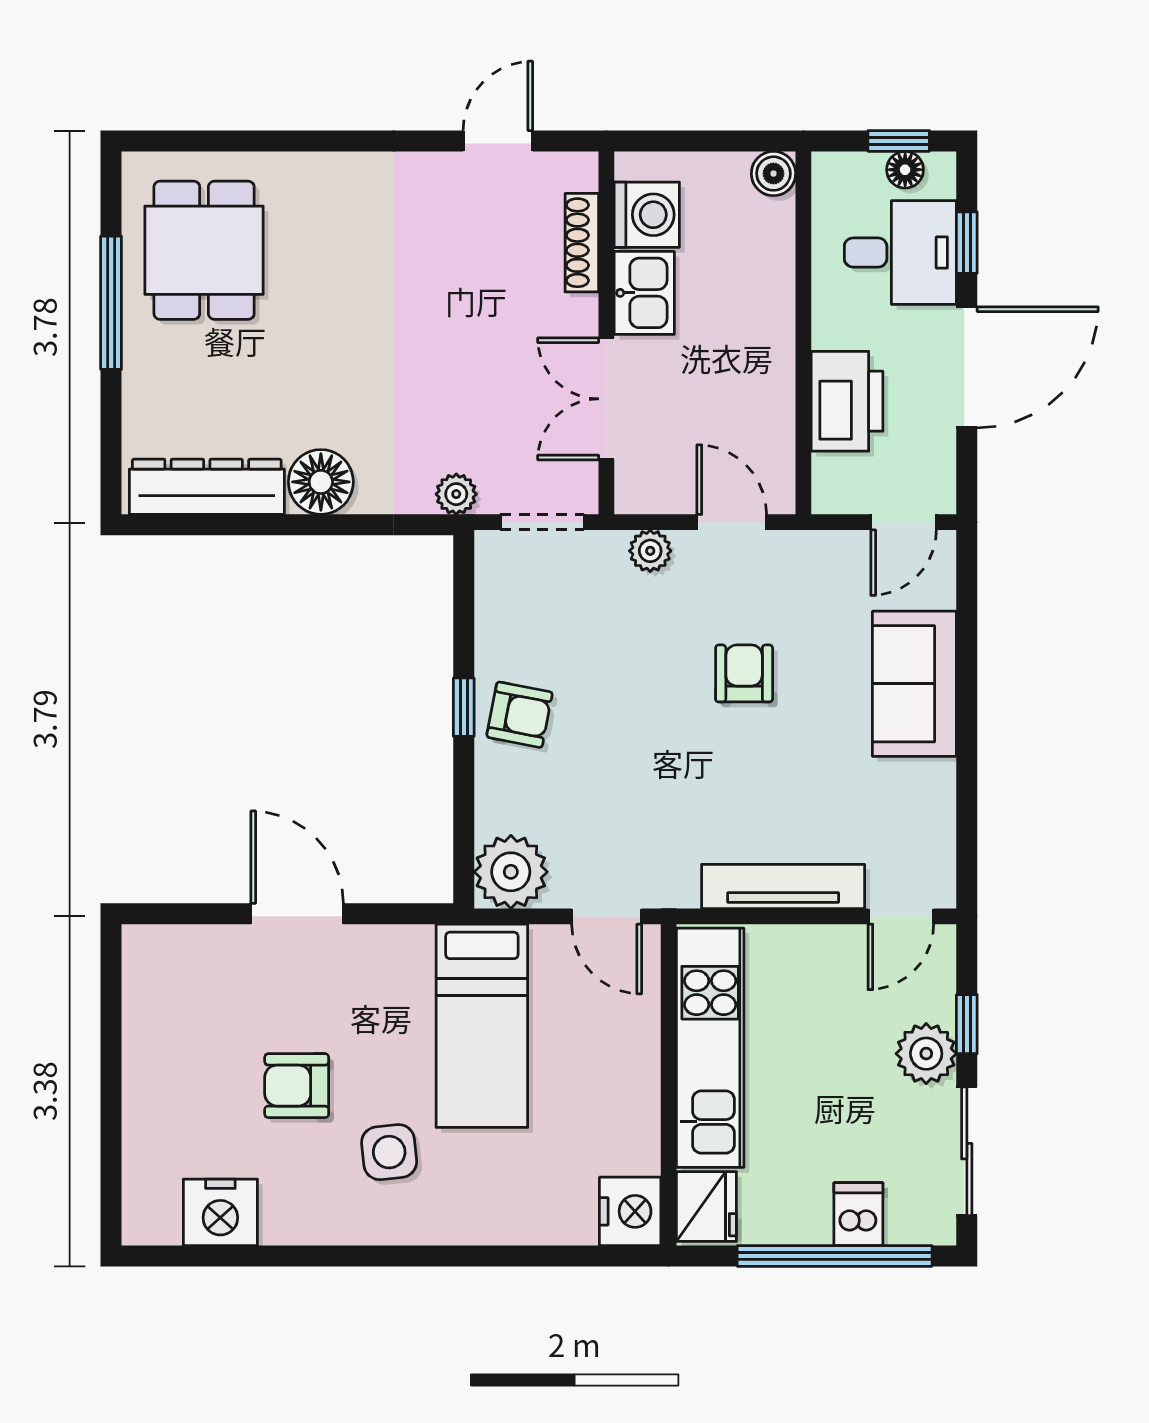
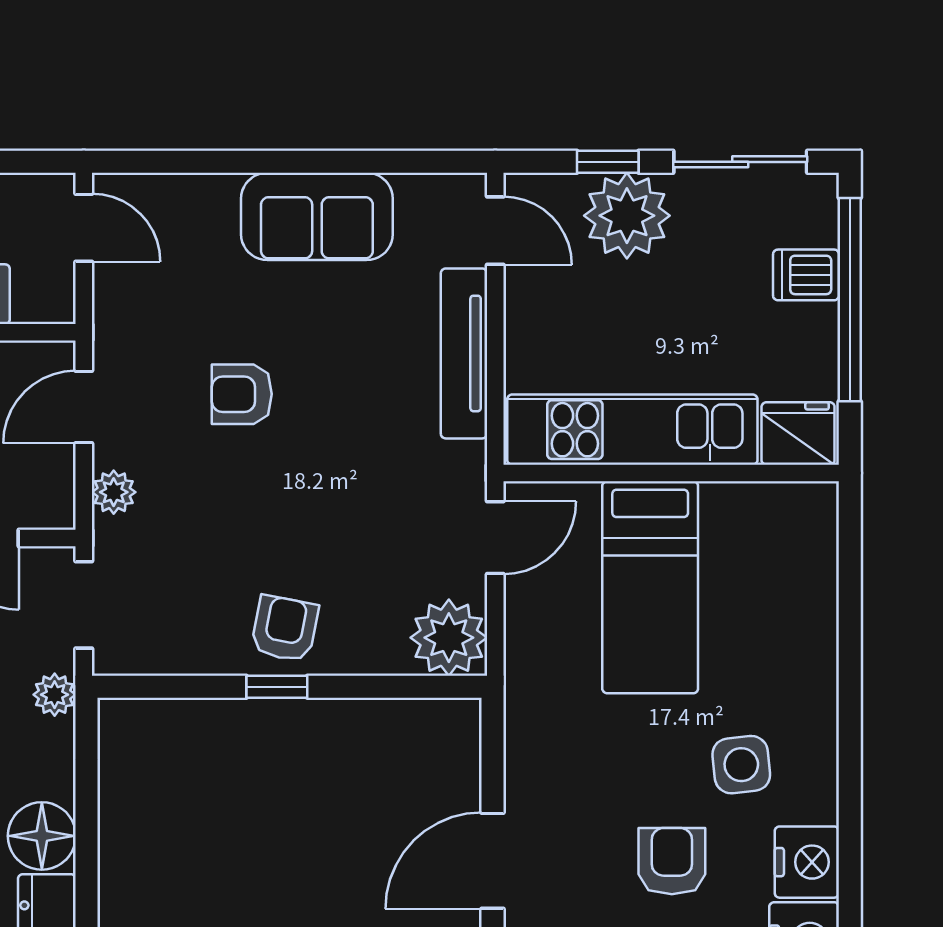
sofa: (914, 684) -> (317, 216), moved
bed: (482, 1026) -> (650, 587), moved, turned 90
plant: (926, 1054) -> (627, 216), width x1.36, depth x1.36
armchair: (297, 1086) -> (672, 861), turned 180
nightstand: (630, 1211) -> (807, 862), moved, turned 90

